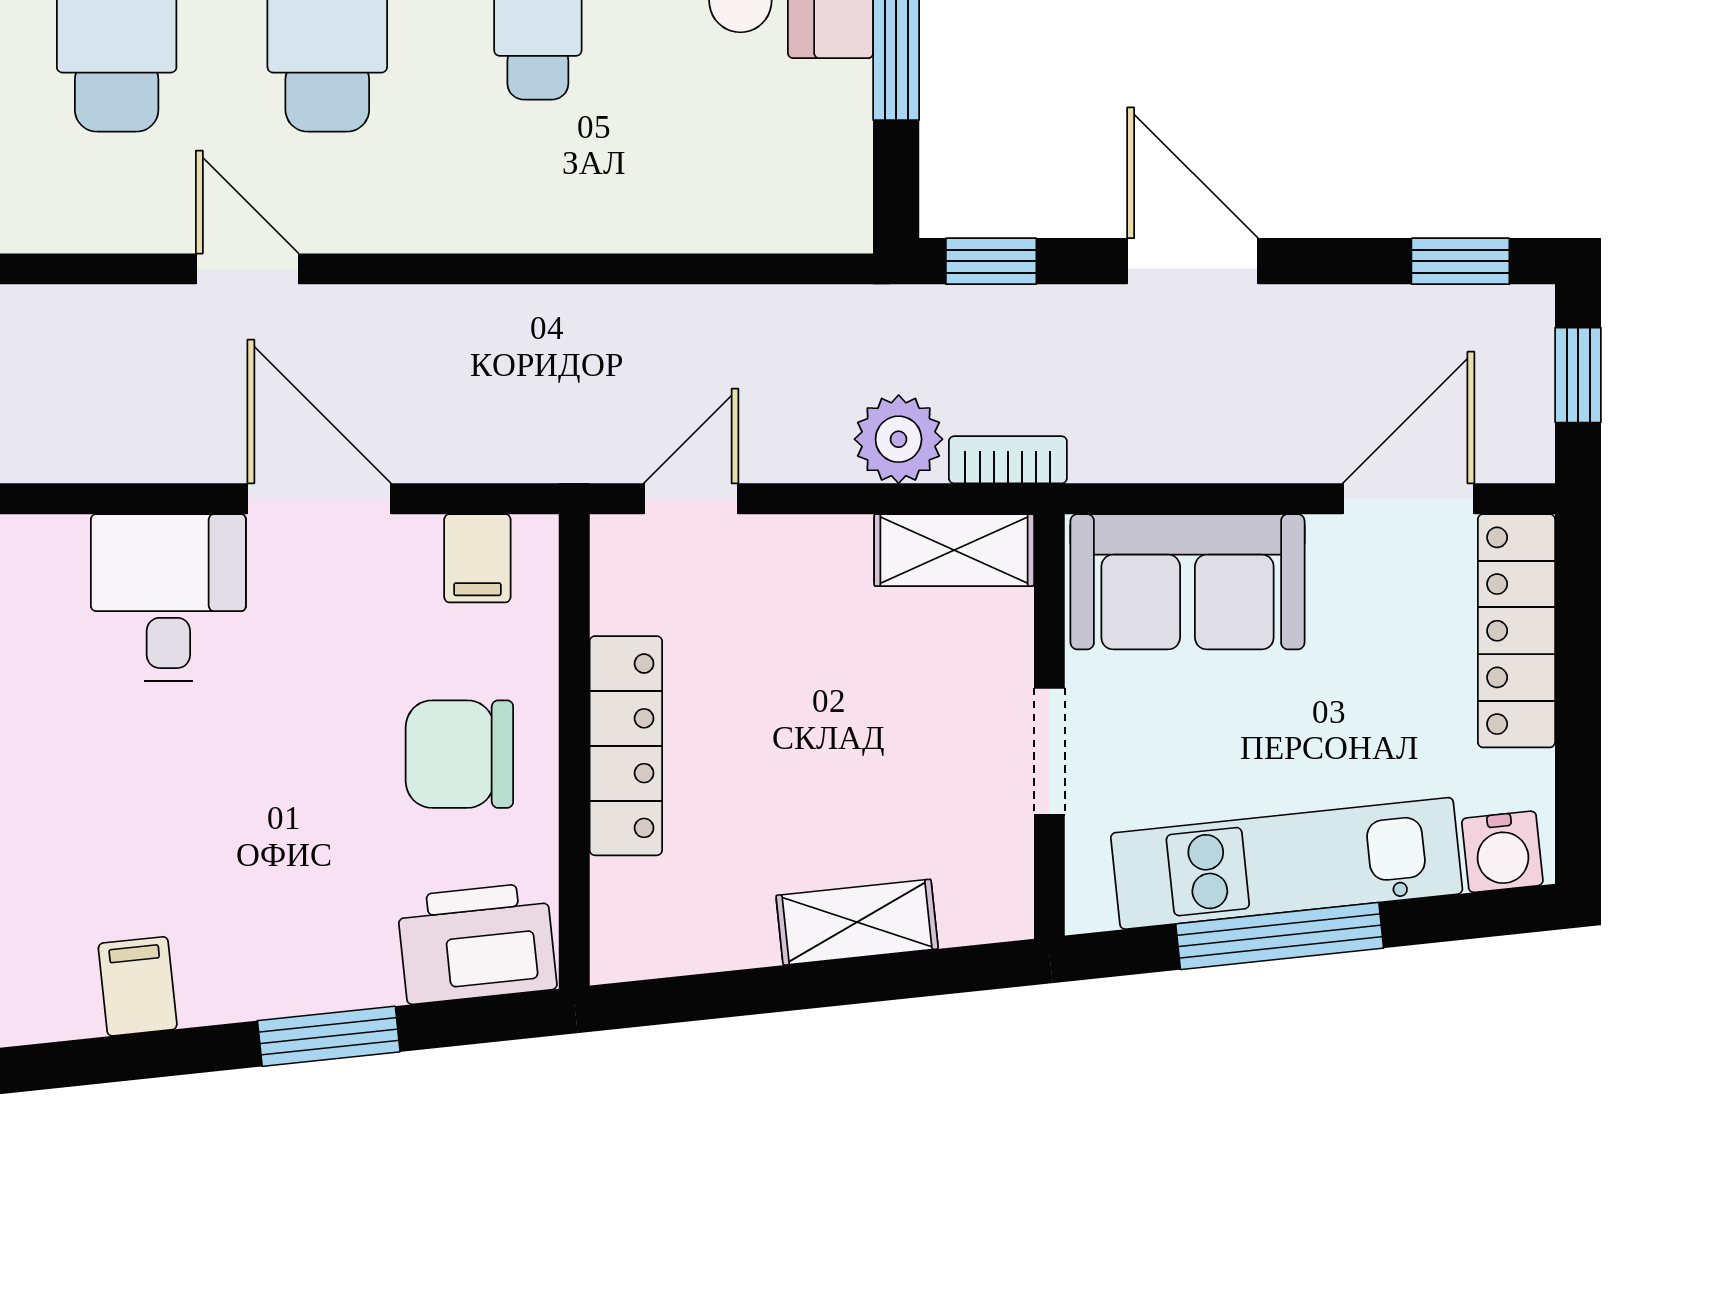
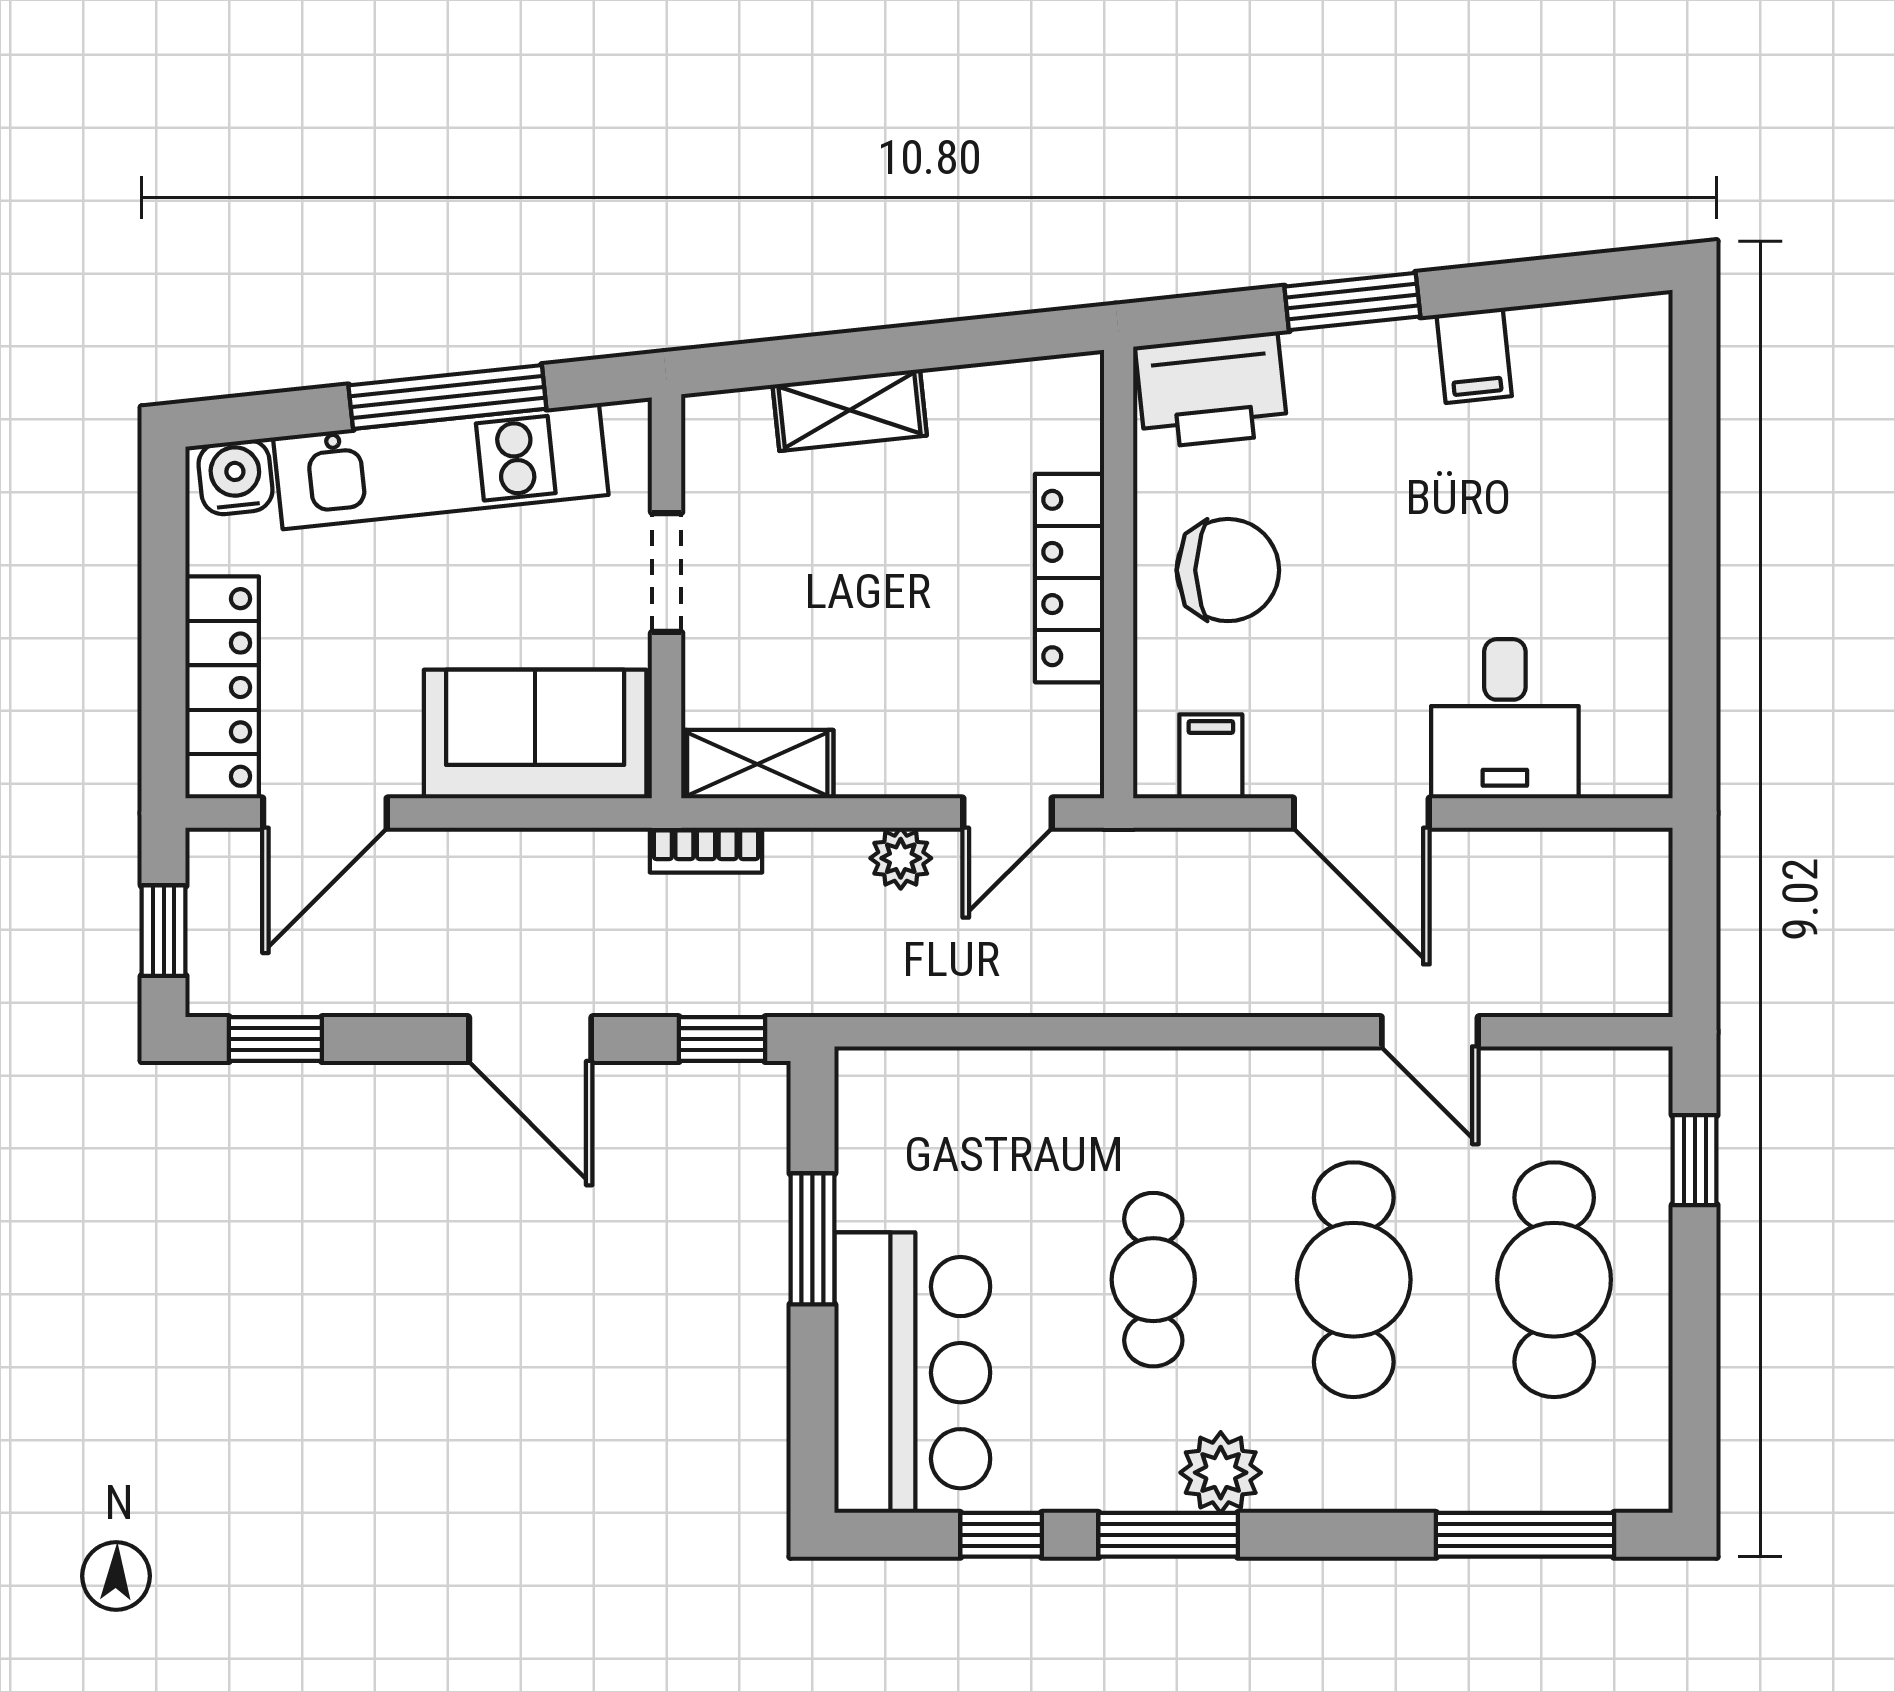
plant: (899, 439) -> (901, 858), moved, width x0.73, depth x0.73
filing cabinet: (138, 986) -> (1474, 355), moved

